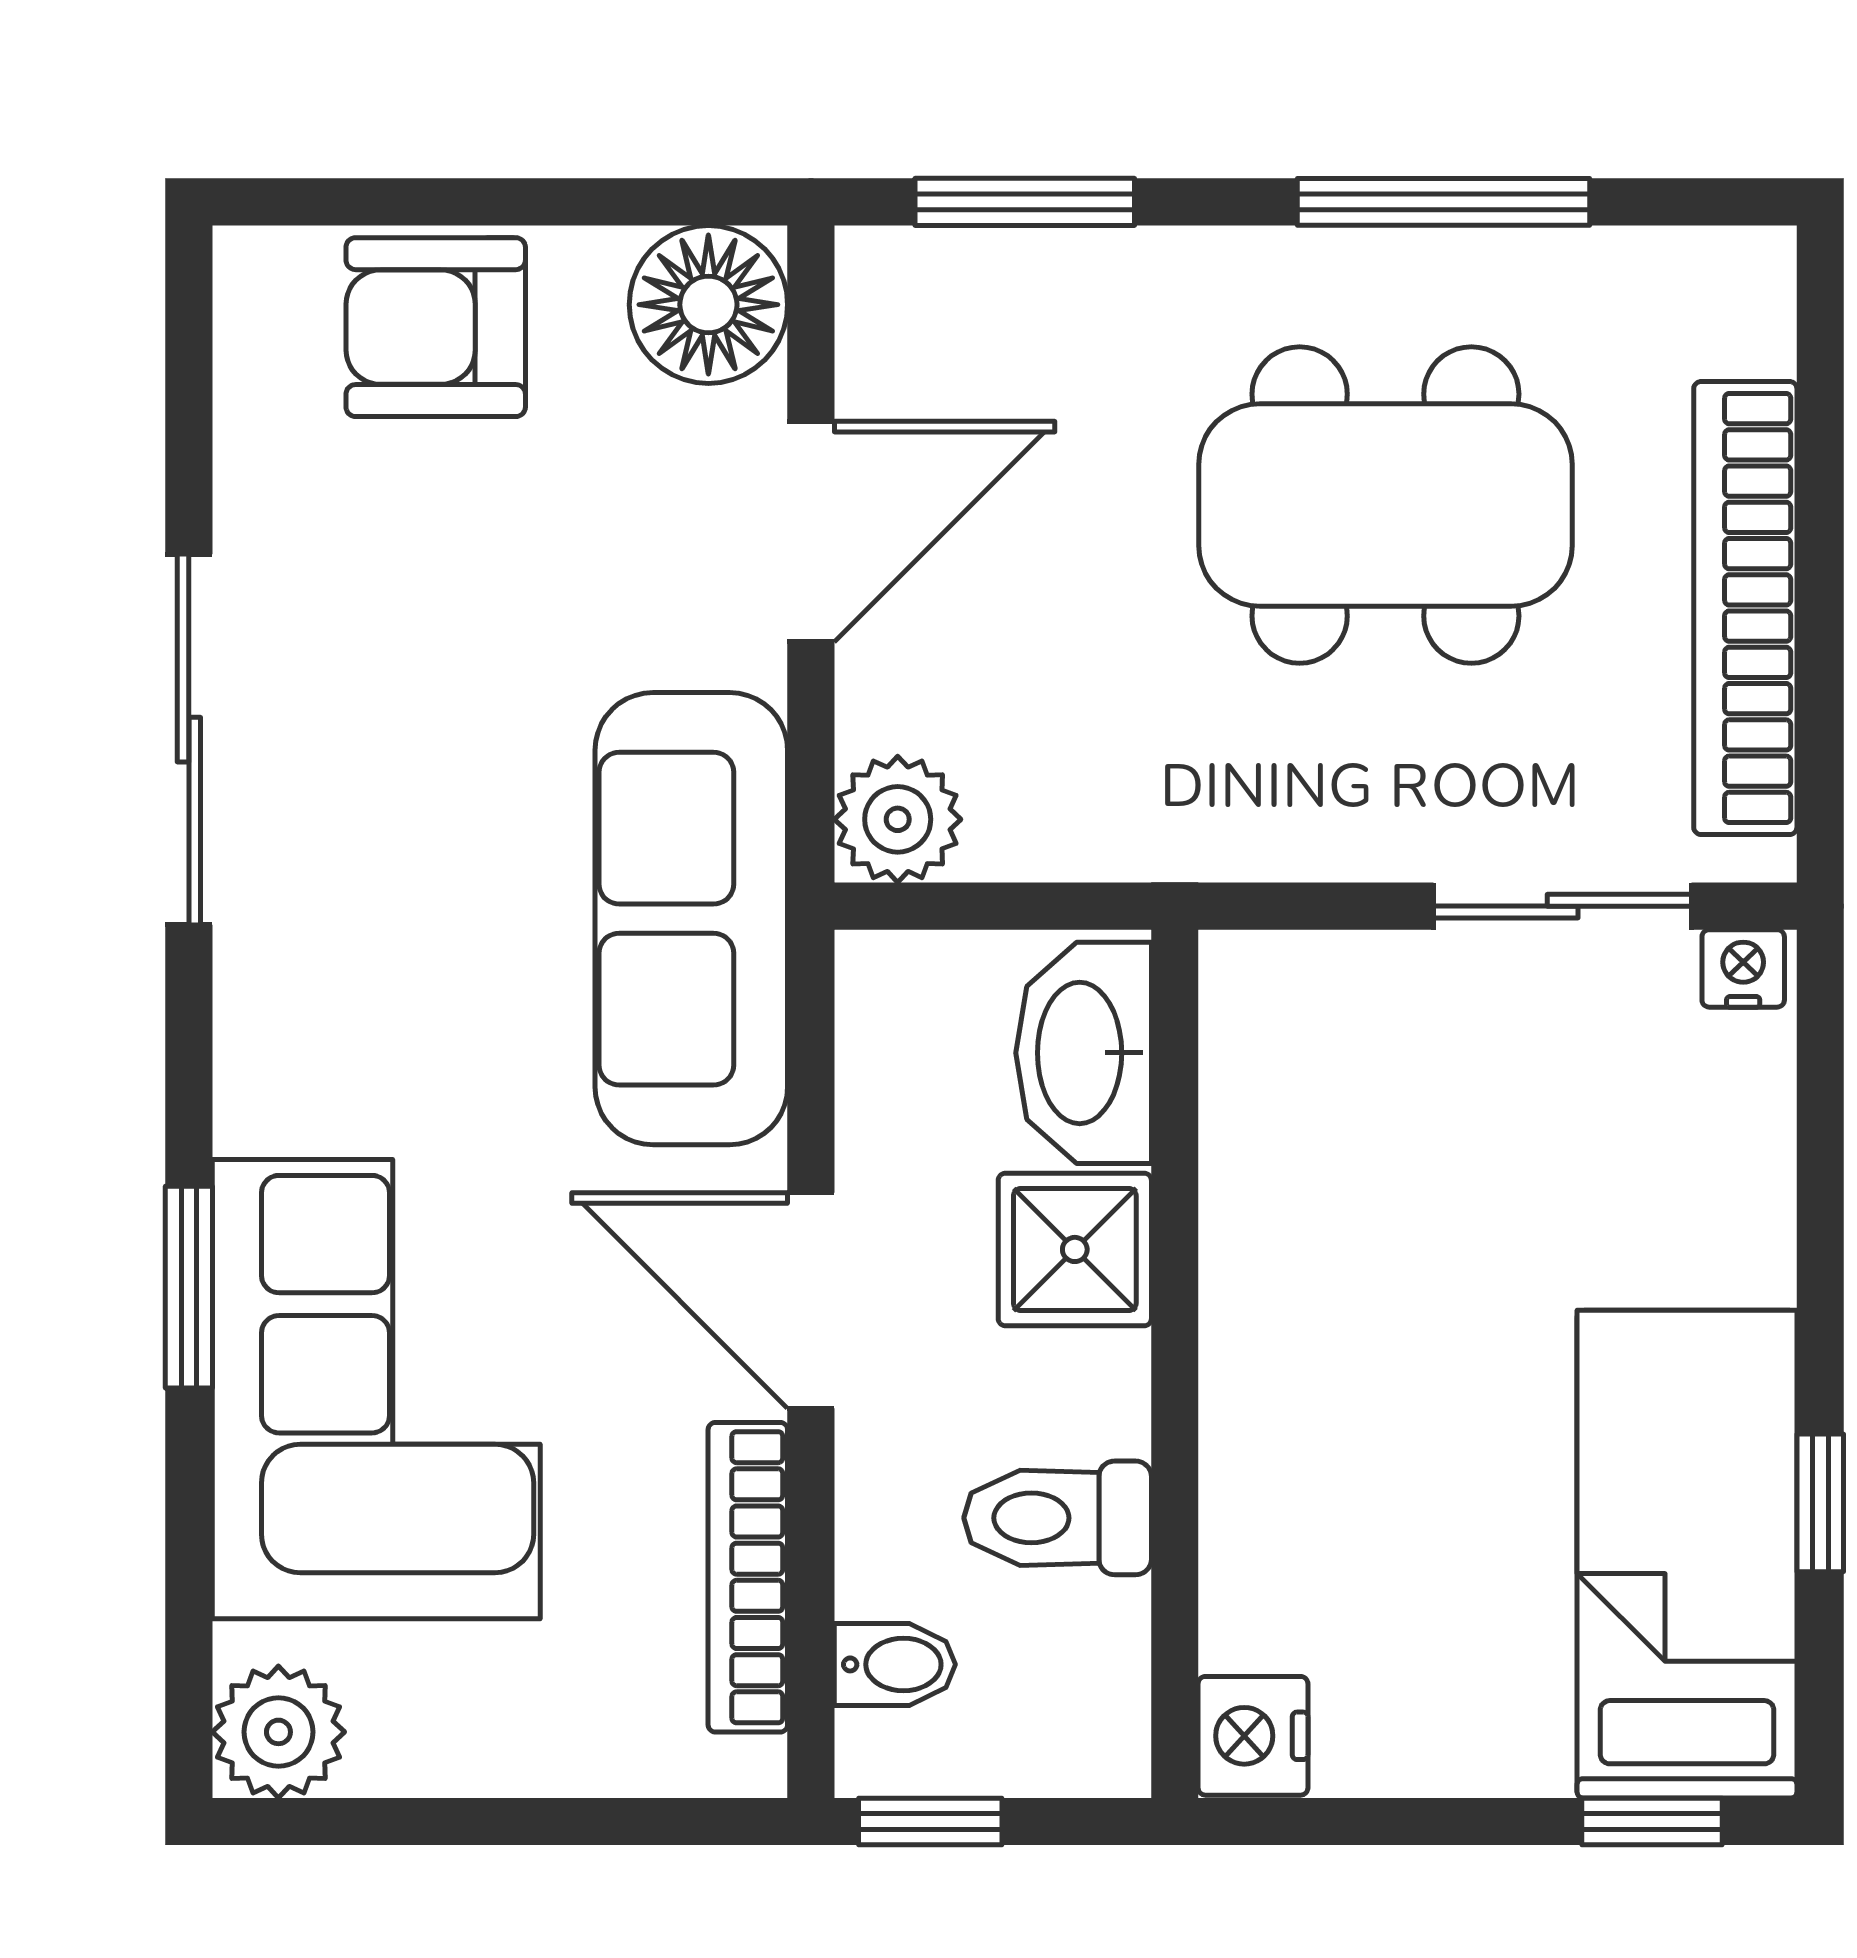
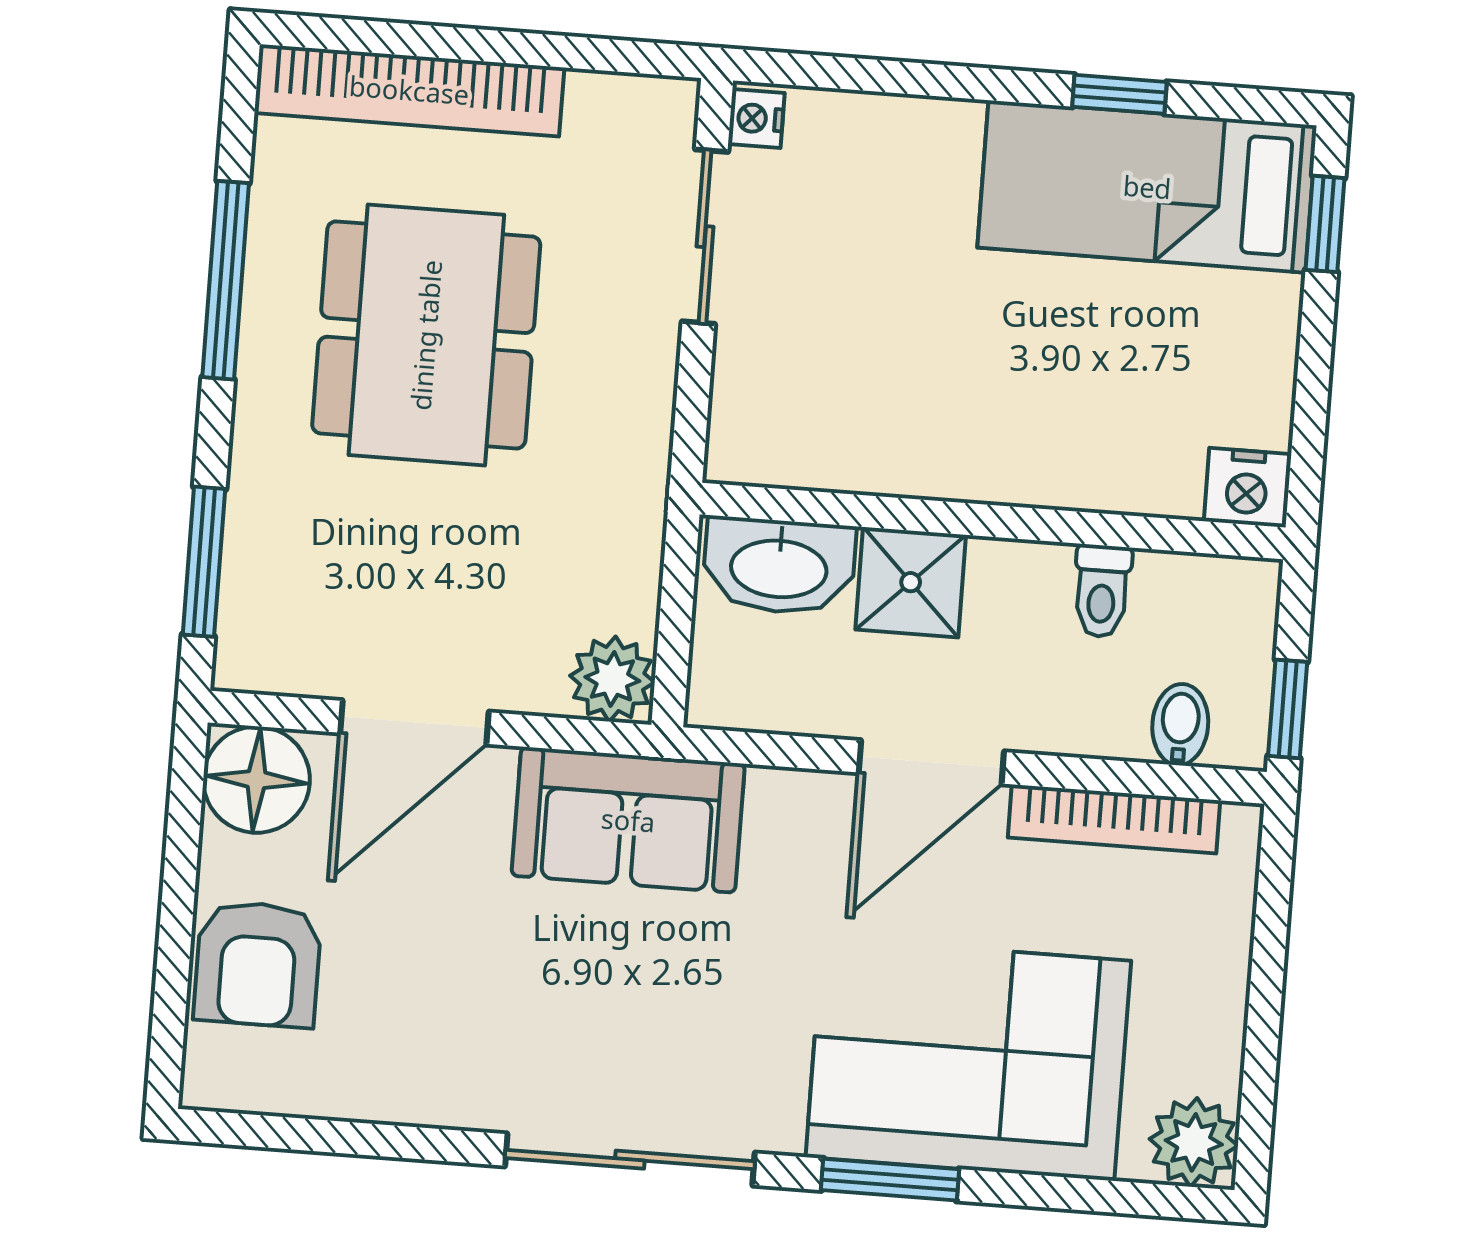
door: (811, 532) -> (414, 722), swing flipped
bookcase: (1745, 608) -> (409, 90), moved
sliding door: (189, 740) -> (630, 1160), moved
sofa: (691, 919) -> (628, 820), width x0.73
toilet: (1058, 1518) -> (1102, 591), width x0.73, depth x0.72

